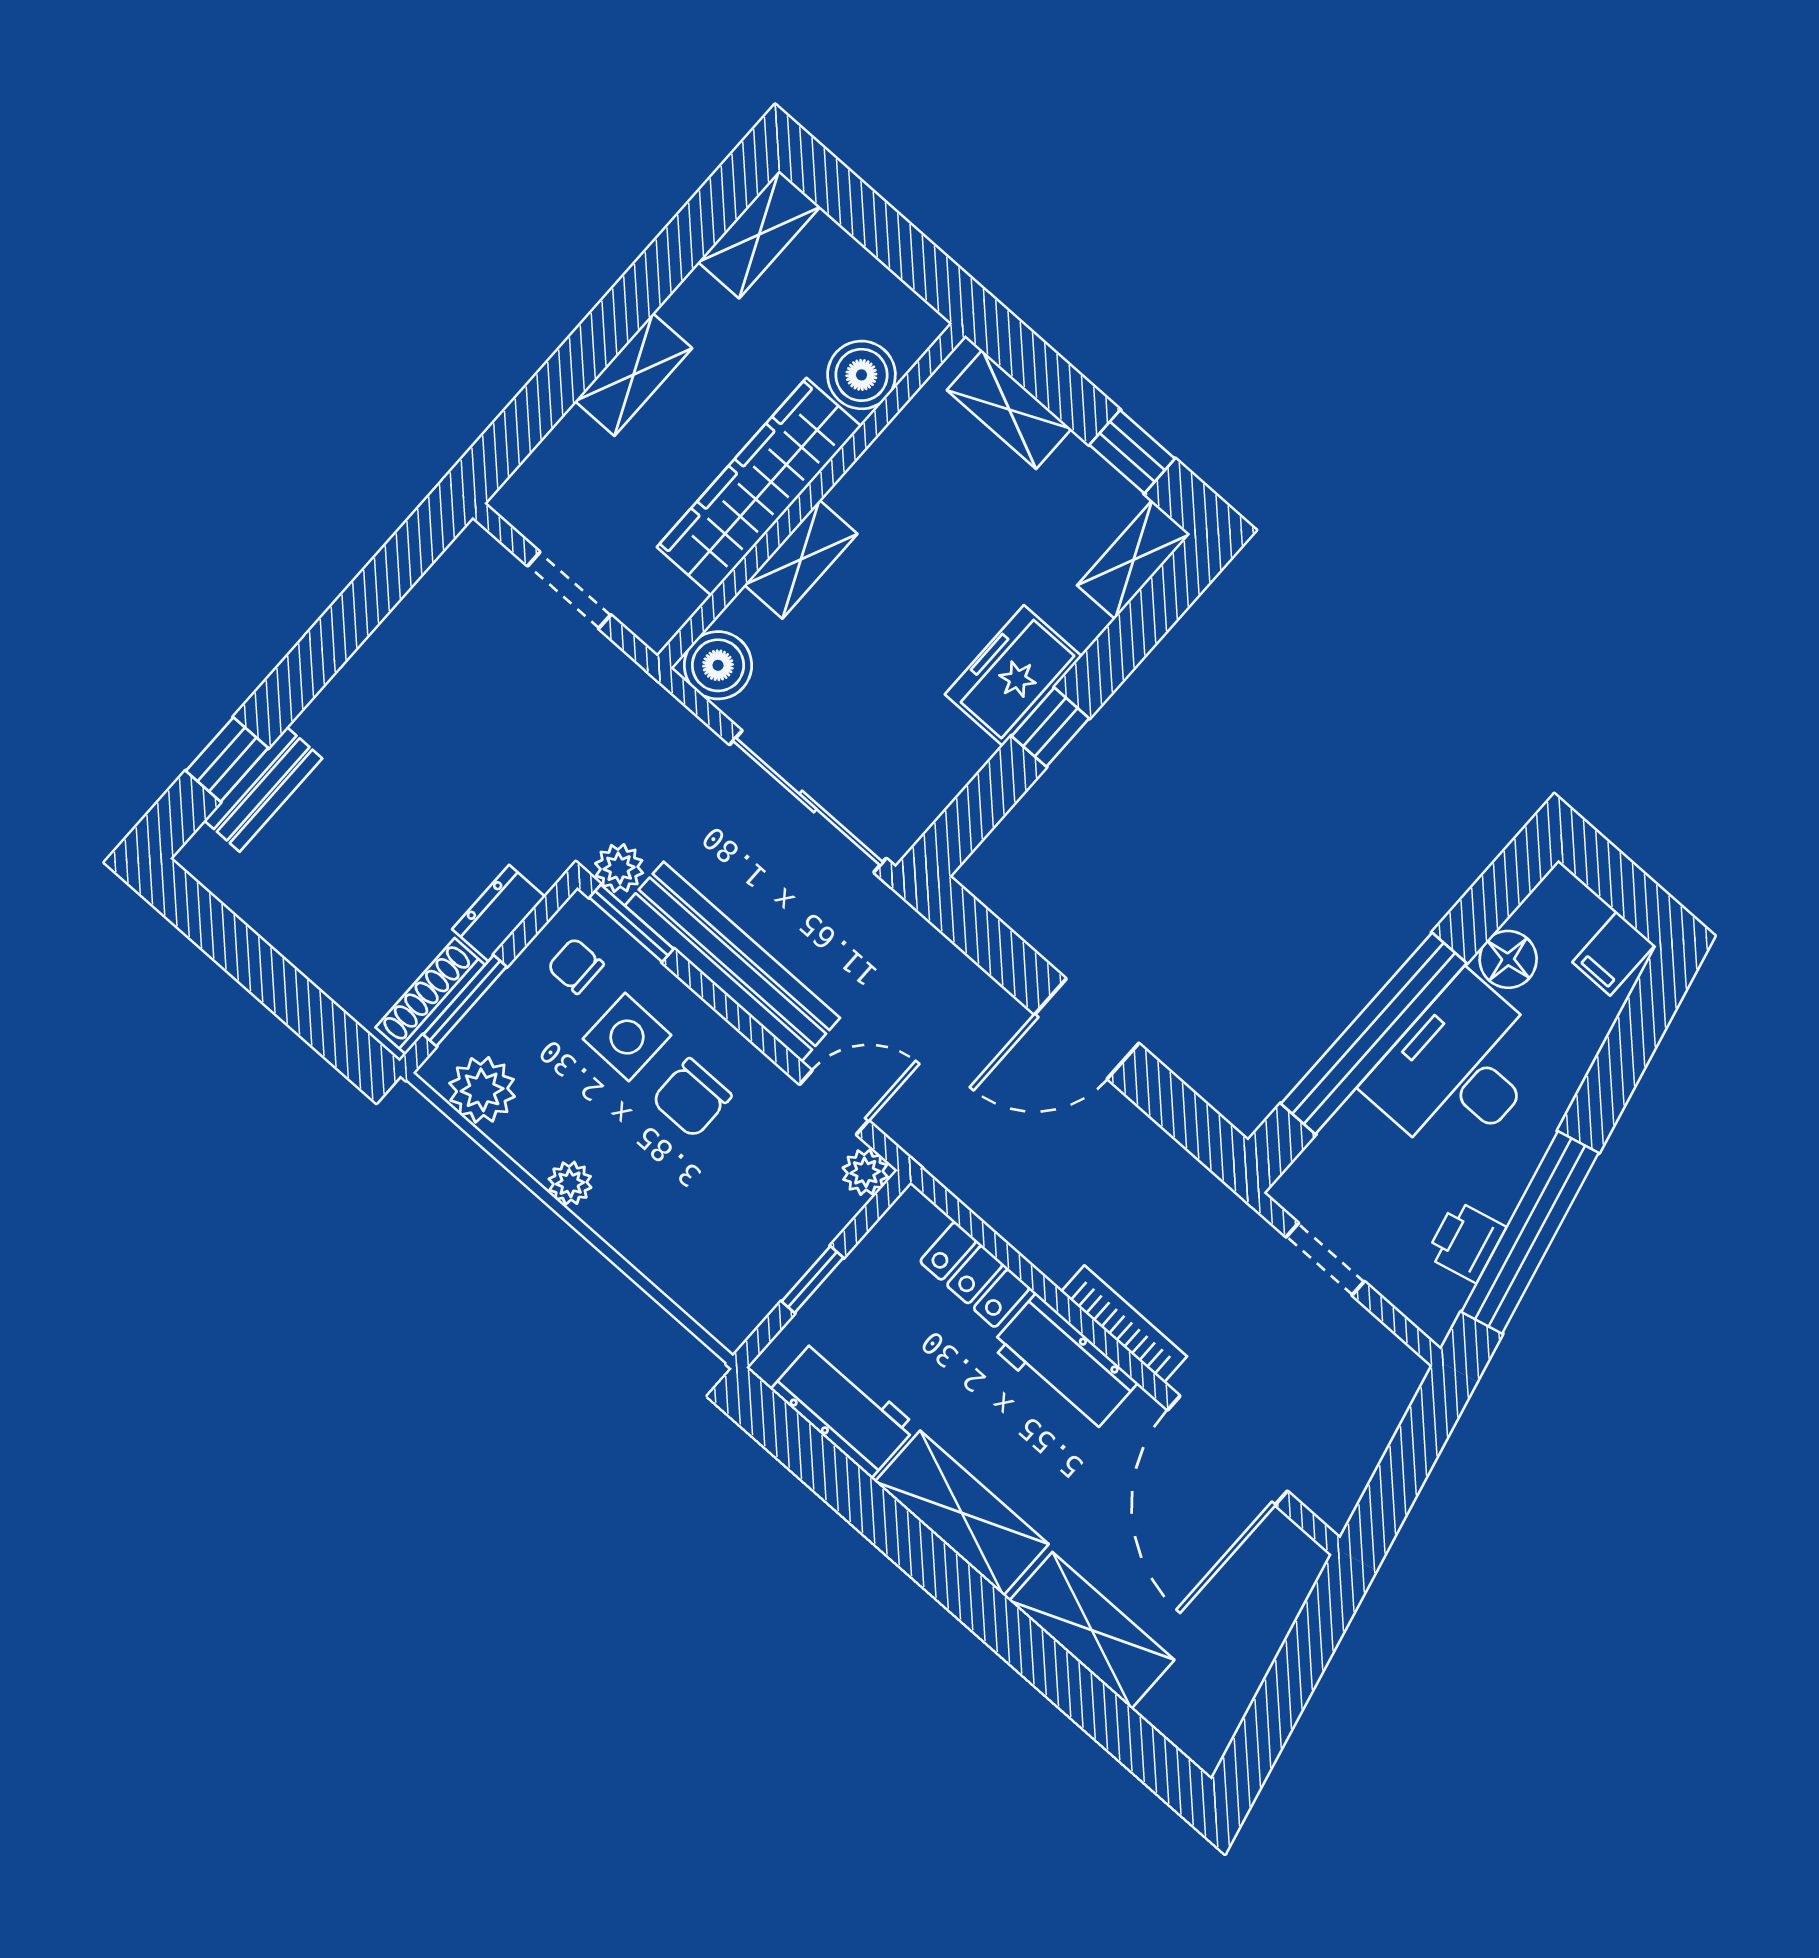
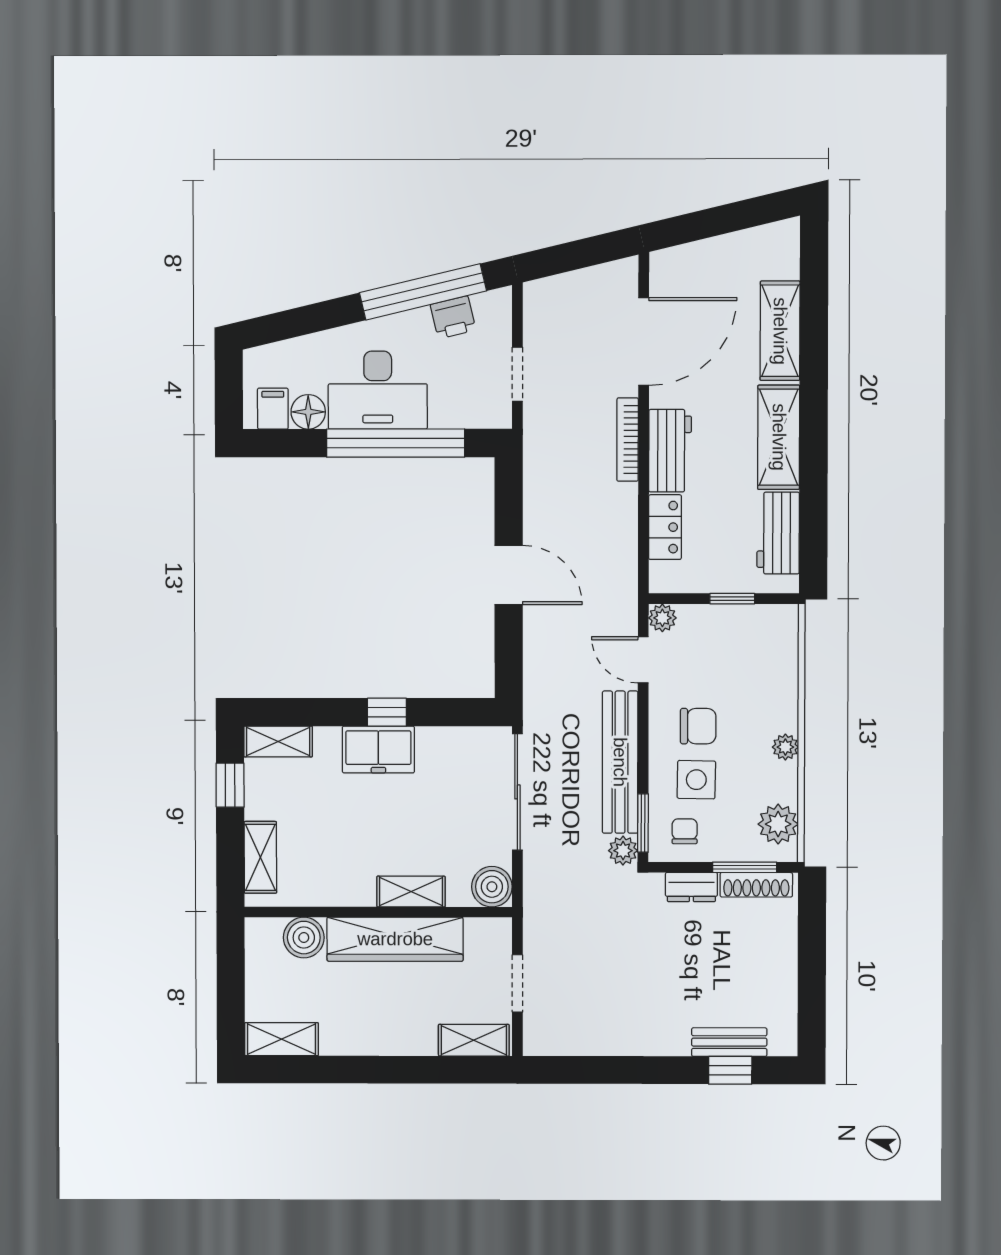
shelving: (634, 375) -> (474, 1040), moved
filing cabinet: (1614, 954) -> (273, 409), moved, turned -90
chair: (576, 966) -> (685, 831), turned 180

